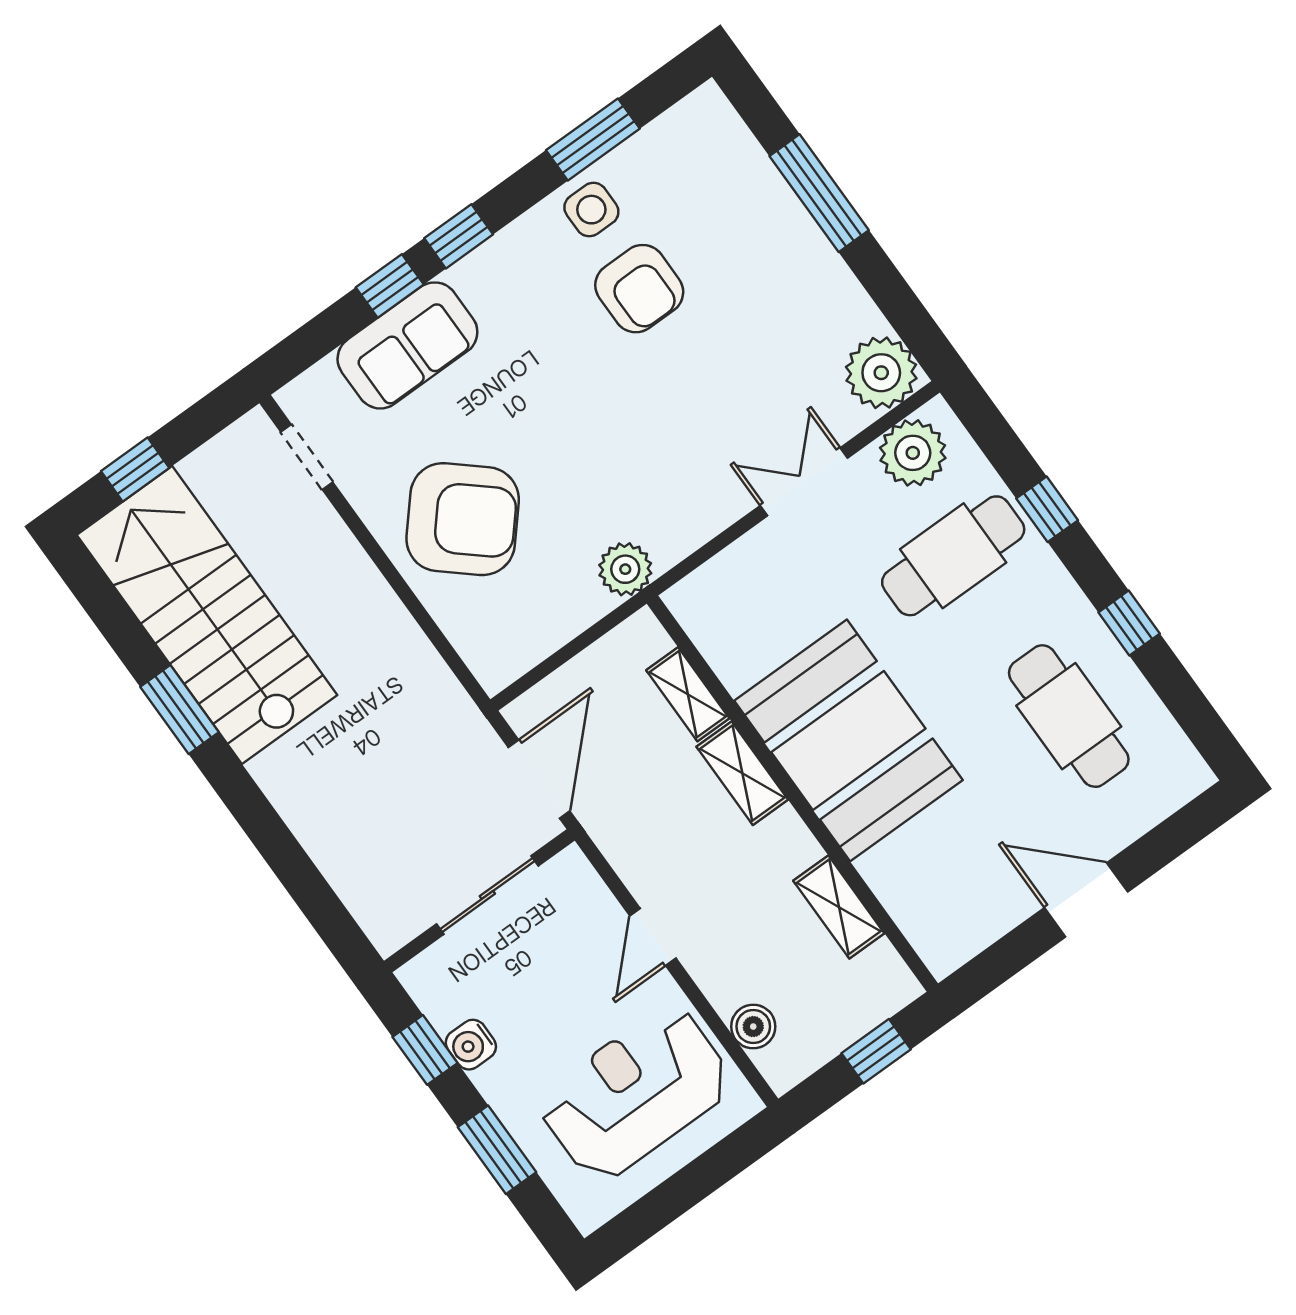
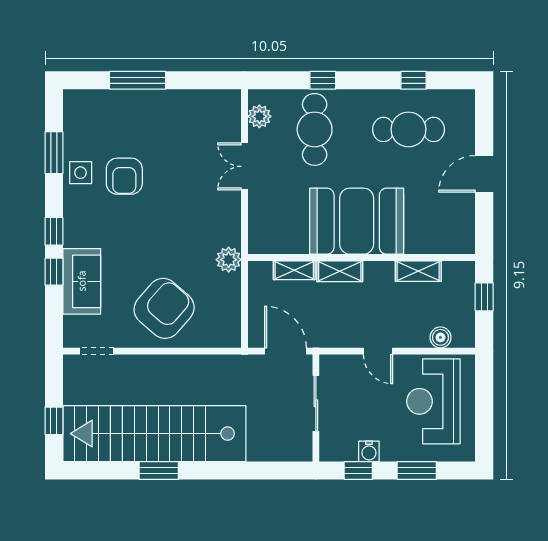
armchair: (639, 289) -> (124, 176), turned 90
plant: (881, 373) -> (224, 106), removed
plant: (913, 453) -> (259, 116), width x0.73, depth x0.73
stairs: (207, 615) -> (154, 434), width x1.36
window: (1129, 623) -> (413, 80), moved

